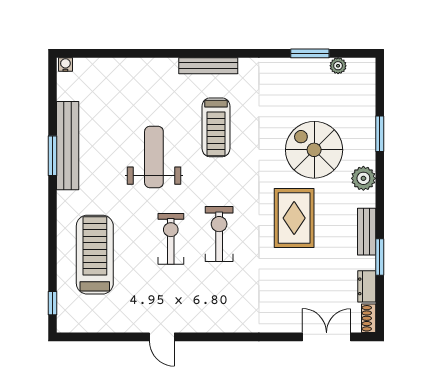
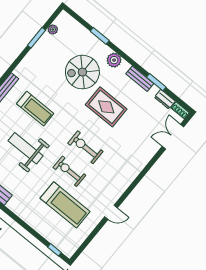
treadmill: (95, 255) -> (65, 205), moved, turned 180

